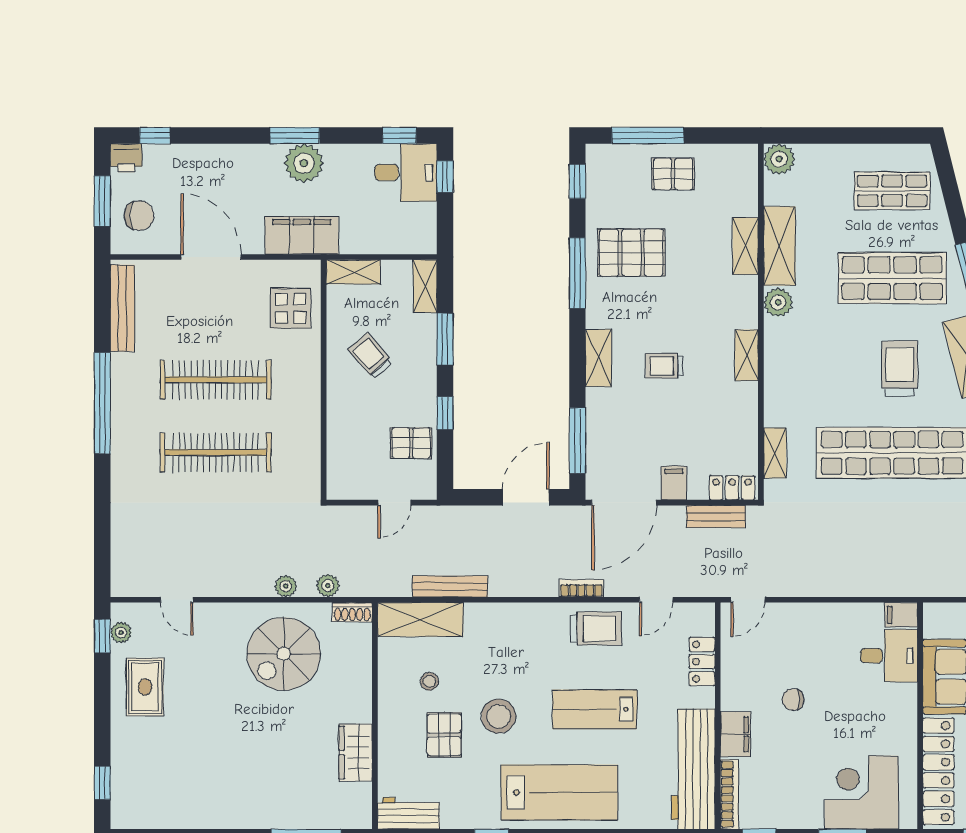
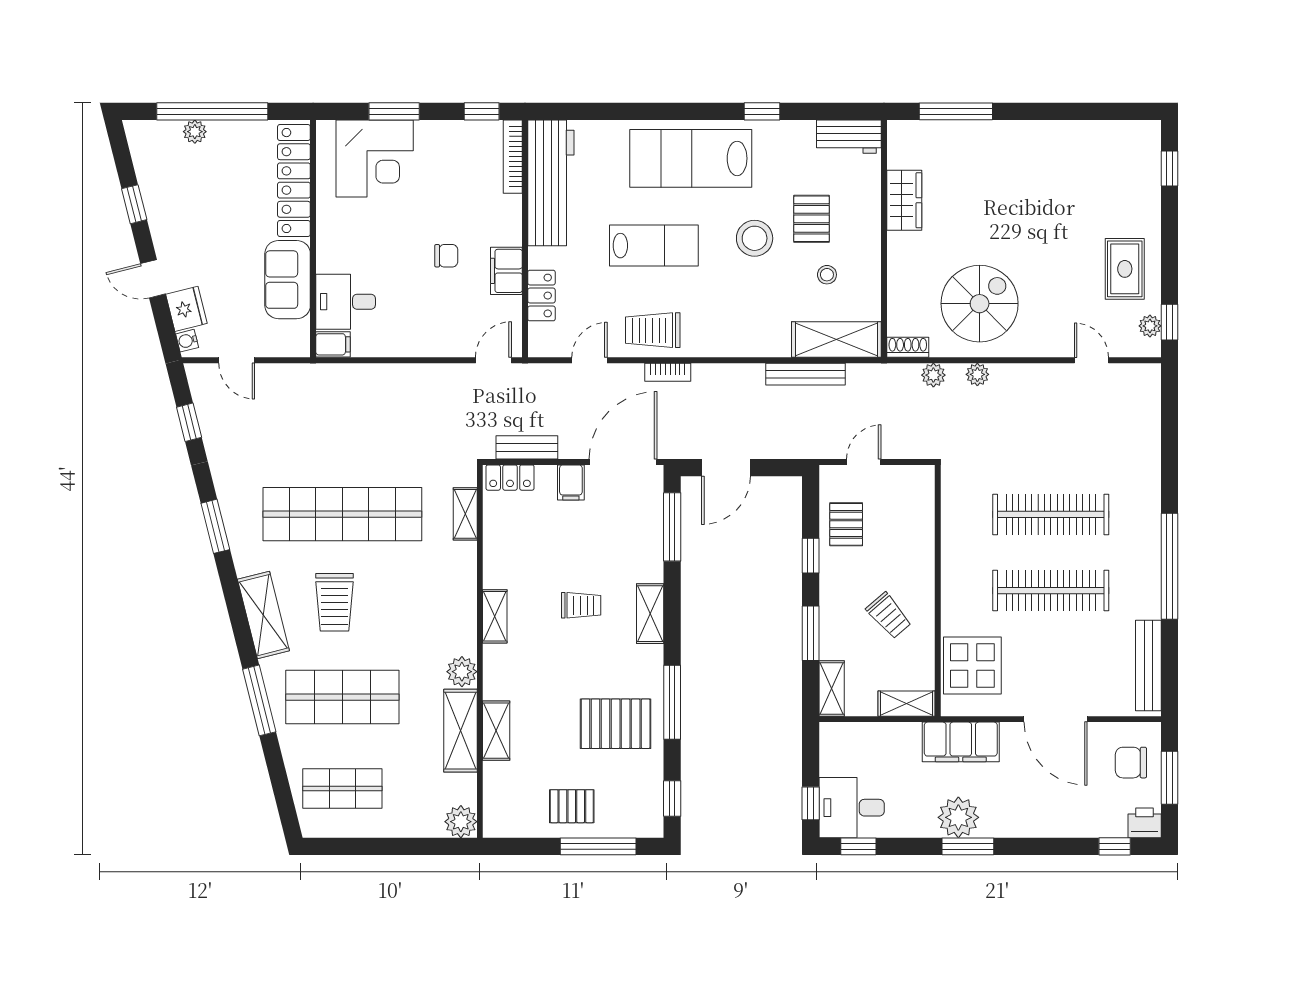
display table: (291, 308) -> (972, 665), width x1.36, depth x1.36
pallet: (411, 443) -> (846, 524), turned 90
filing cabinet: (735, 734) -> (506, 271), moved

